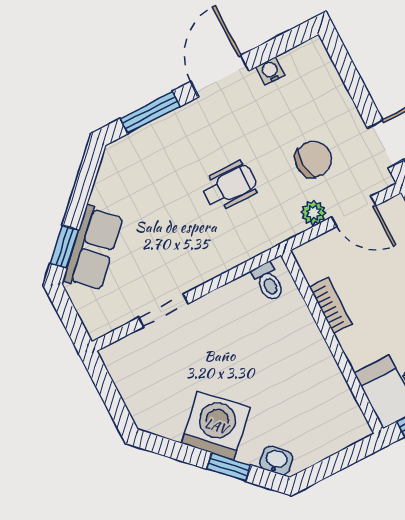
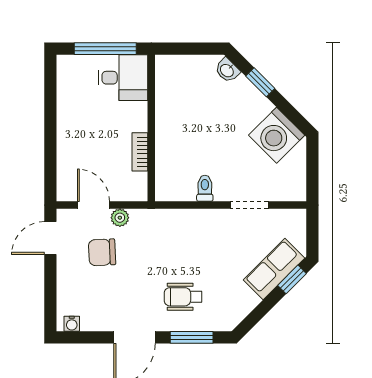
water cooler: (270, 71) -> (72, 324), moved
wheelchair: (230, 186) -> (183, 297), moved
toilet: (268, 282) -> (205, 188), moved
washing machine: (216, 426) -> (277, 135), moved

